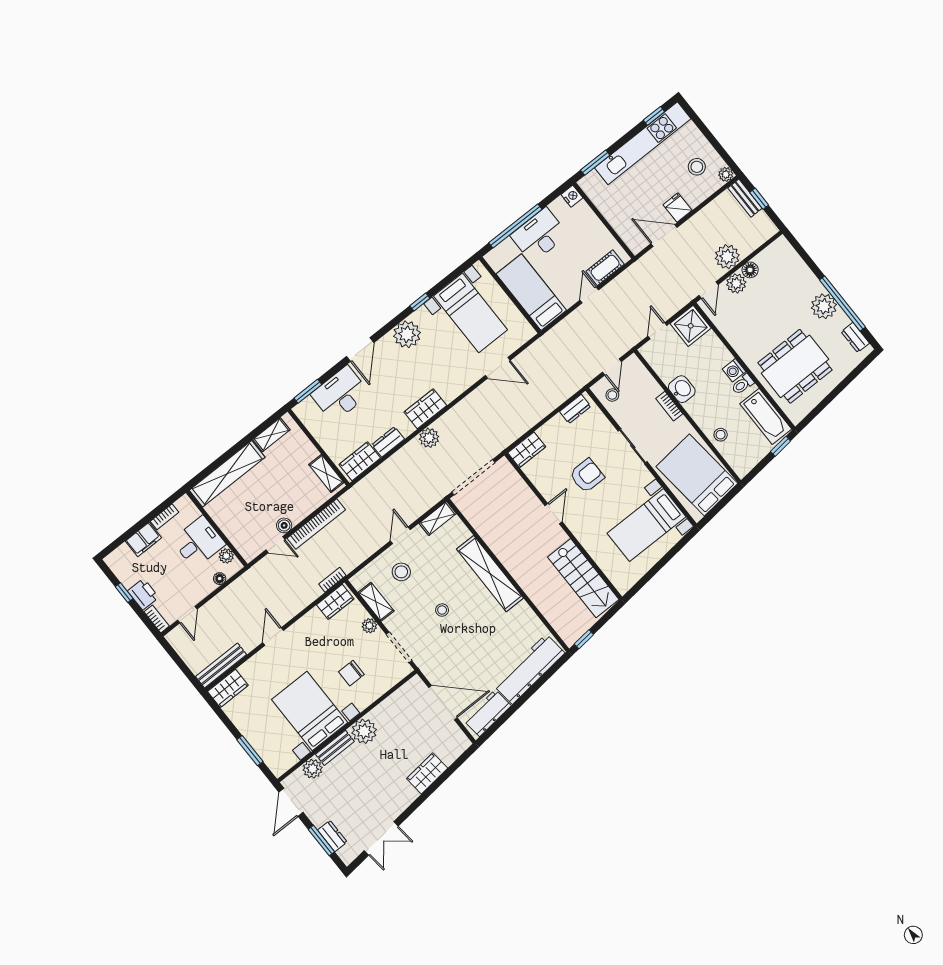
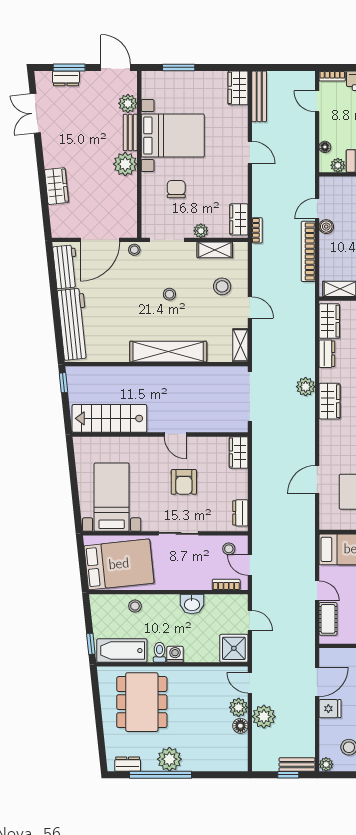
bookcase: (669, 406) -> (226, 585), moved
stool: (429, 668) -> (134, 250), added

